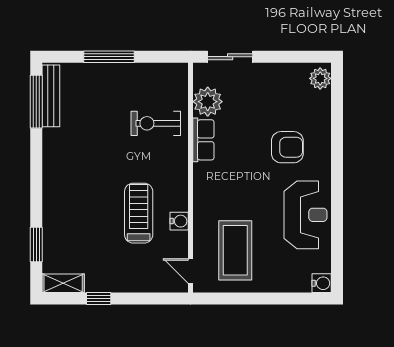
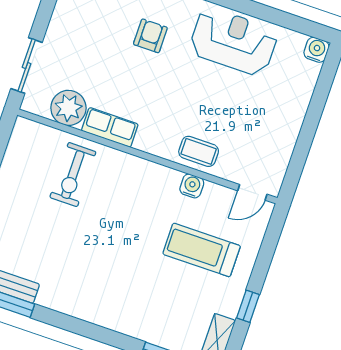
armchair: (287, 147) -> (150, 36), width x0.72, depth x0.72
treadmill: (139, 213) -> (202, 250), moved
coffee table: (235, 250) -> (199, 151), moved, width x0.54, depth x0.58

